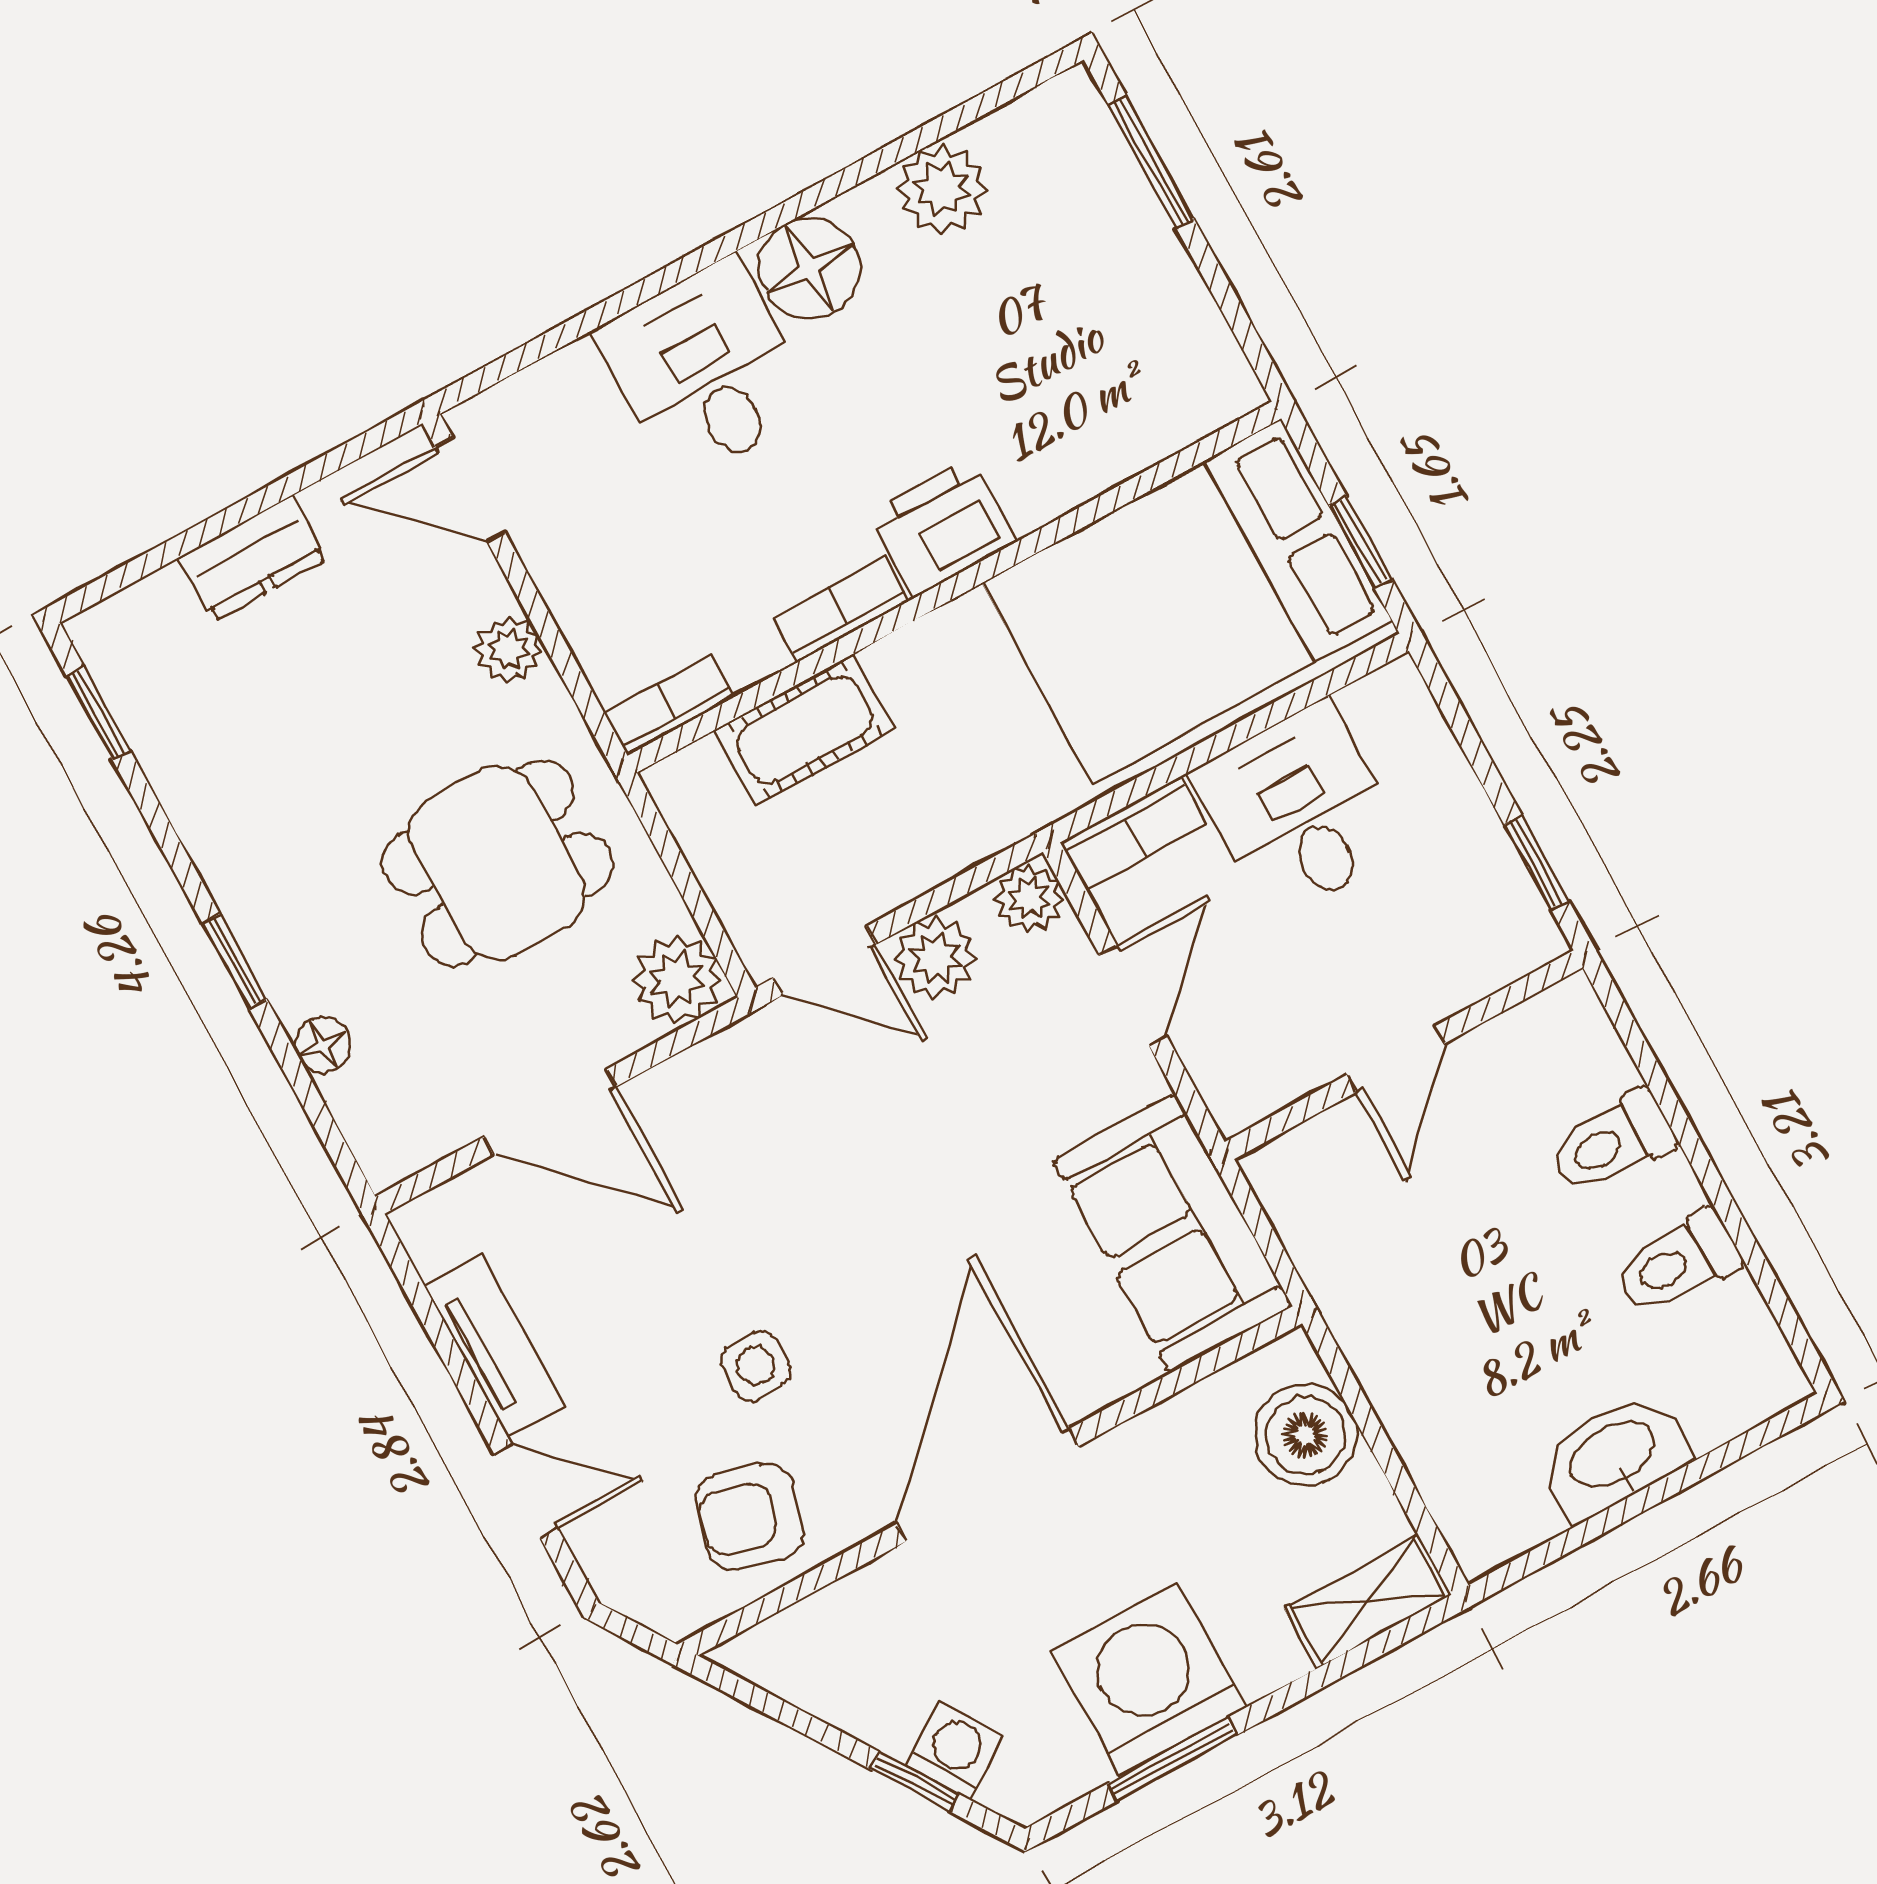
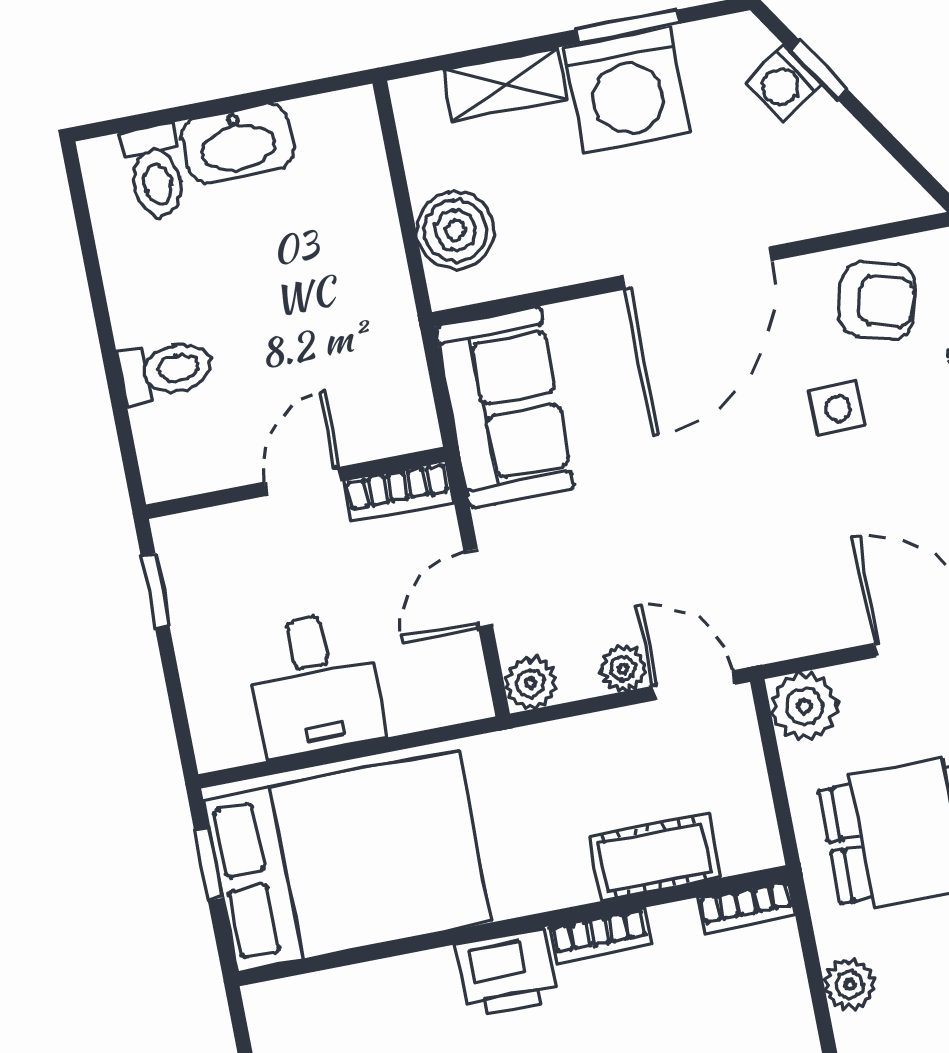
bookcase: (1133, 833) -> (399, 492), moved, turned 180
plant: (935, 958) -> (623, 668), width x0.73, depth x0.73
toilet: (1678, 1263) -> (155, 172), moved, turned 90
shelving: (1368, 1601) -> (505, 84), moved

